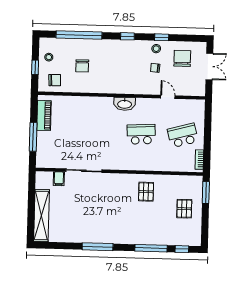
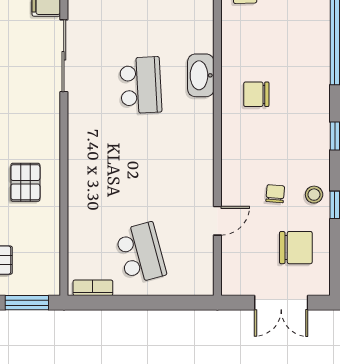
chair: (82, 66) -> (256, 94), moved
washbasin: (125, 104) -> (201, 75), moved
school desk: (141, 134) -> (141, 85), moved
pallet: (146, 192) -> (25, 182), turned 90

